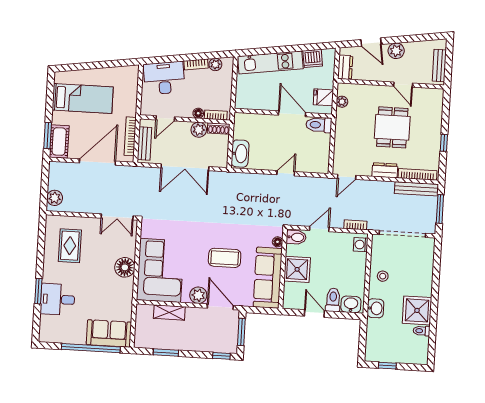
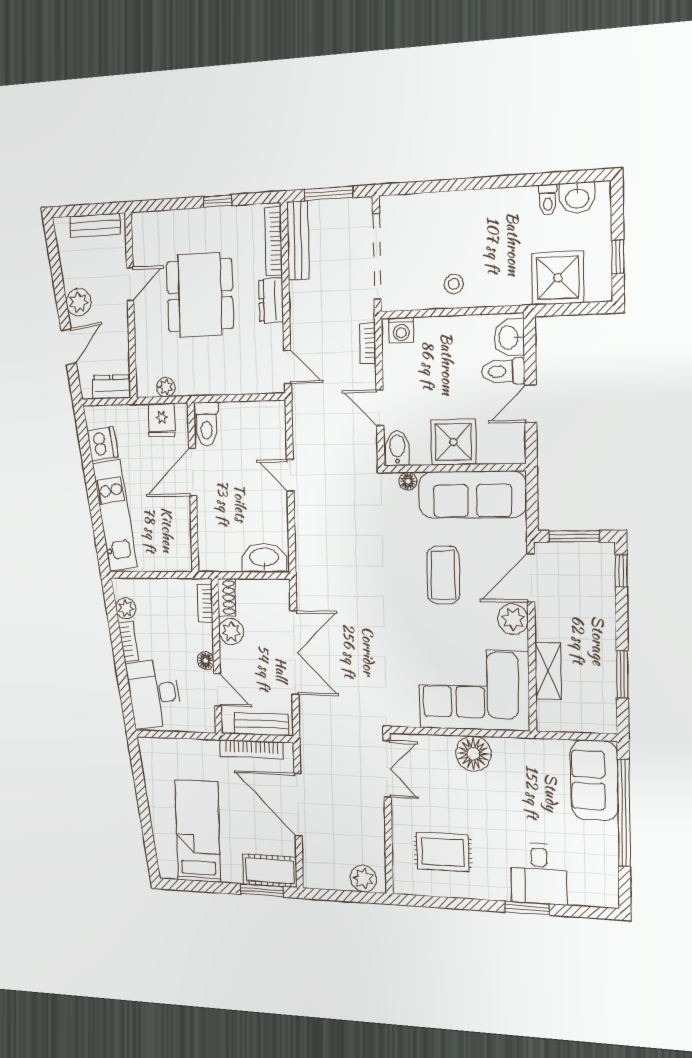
floor lamp: (198, 113) -> (206, 661), moved
dining table: (392, 127) -> (200, 295), width x1.38
washbasin: (375, 308) -> (577, 198), moved, turned 180
shower: (417, 310) -> (558, 278), moved

